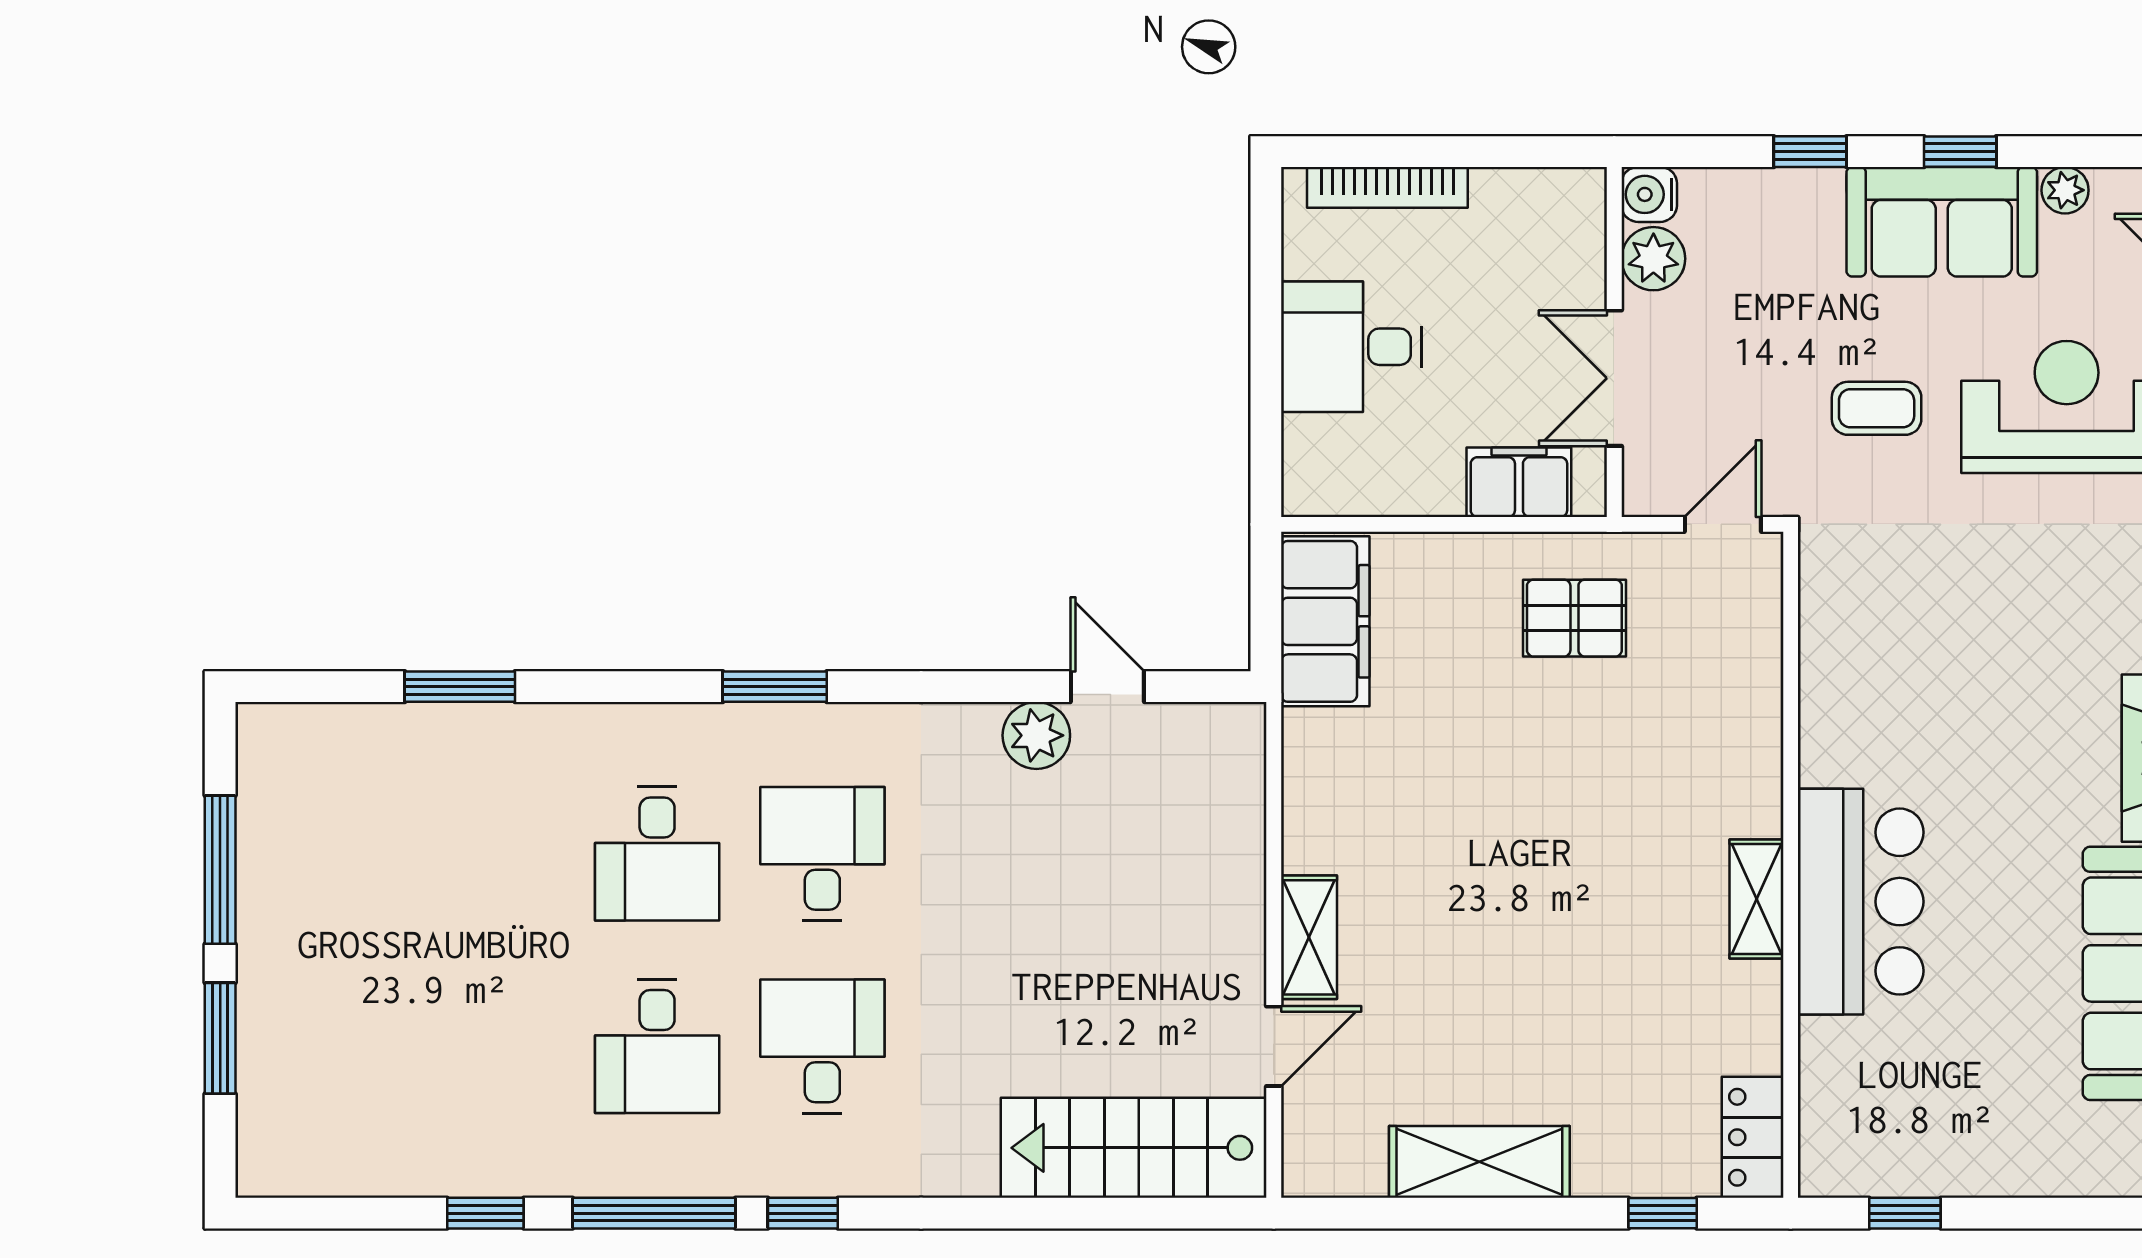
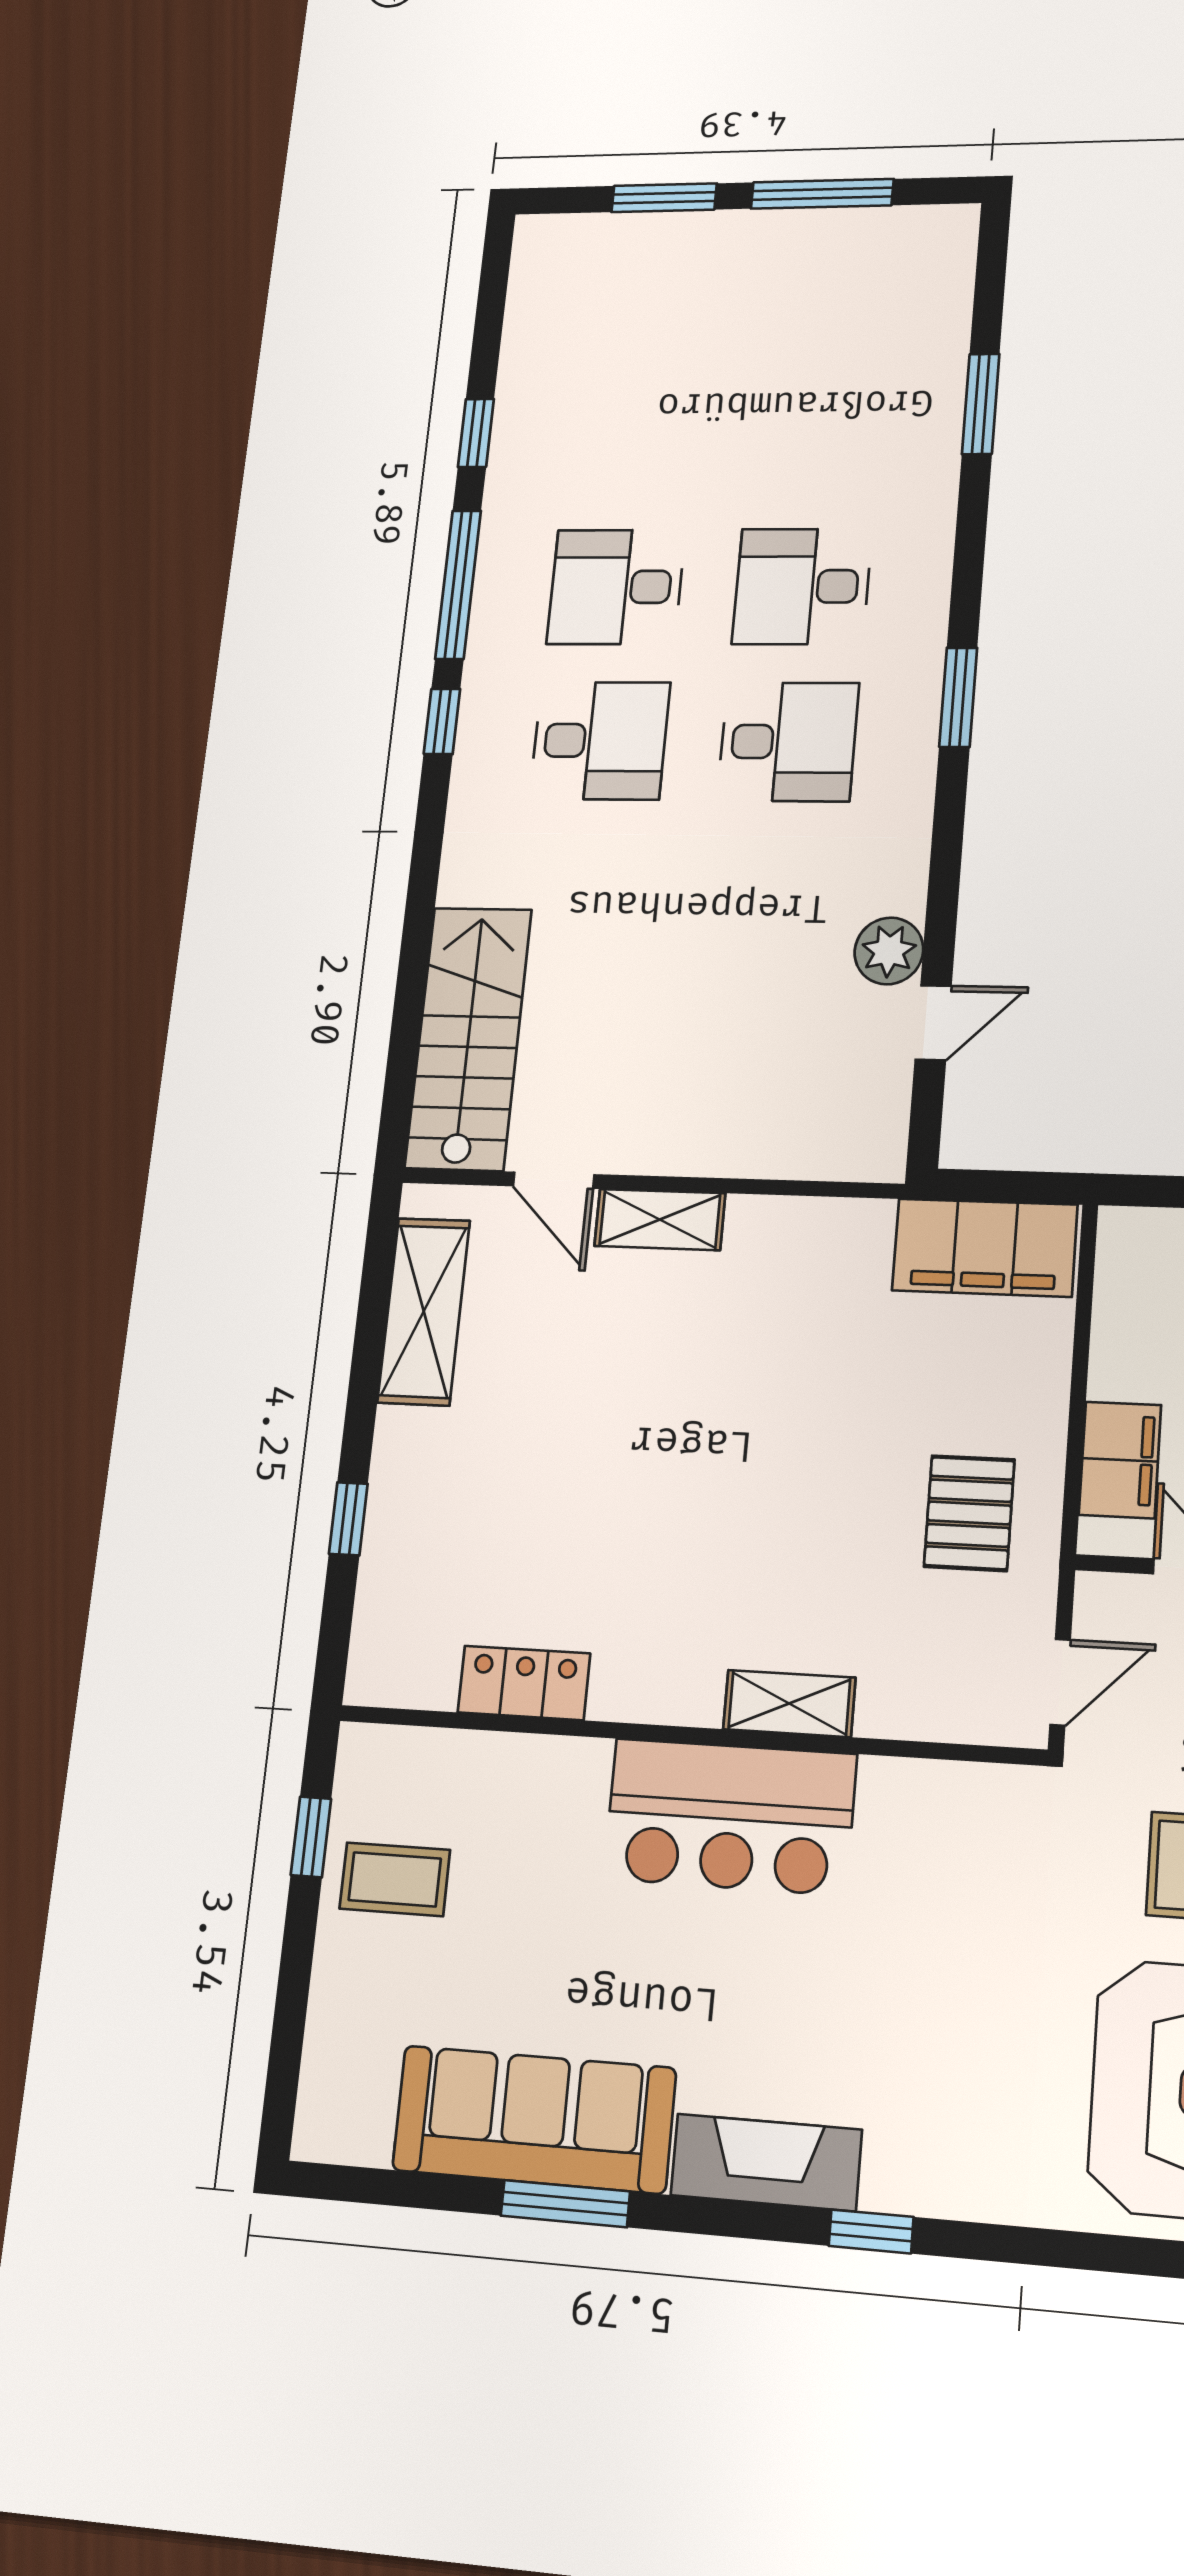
door: (1723, 524) -> (1060, 1682), hinge flipped
shelving: (1756, 899) -> (789, 1703), moved
bar counter: (1861, 902) -> (730, 1816), moved
coffee table: (1937, 1128) -> (395, 1879), added
locker: (1753, 1137) -> (524, 1683), moved
shelving: (1479, 1162) -> (424, 1311), moved
window: (1663, 1213) -> (348, 1519), moved

